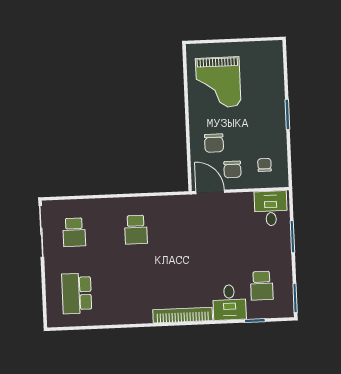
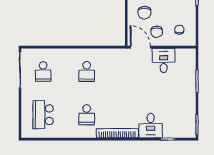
desk: (271, 208) -> (164, 60), moved
school desk: (262, 286) -> (87, 115), moved

